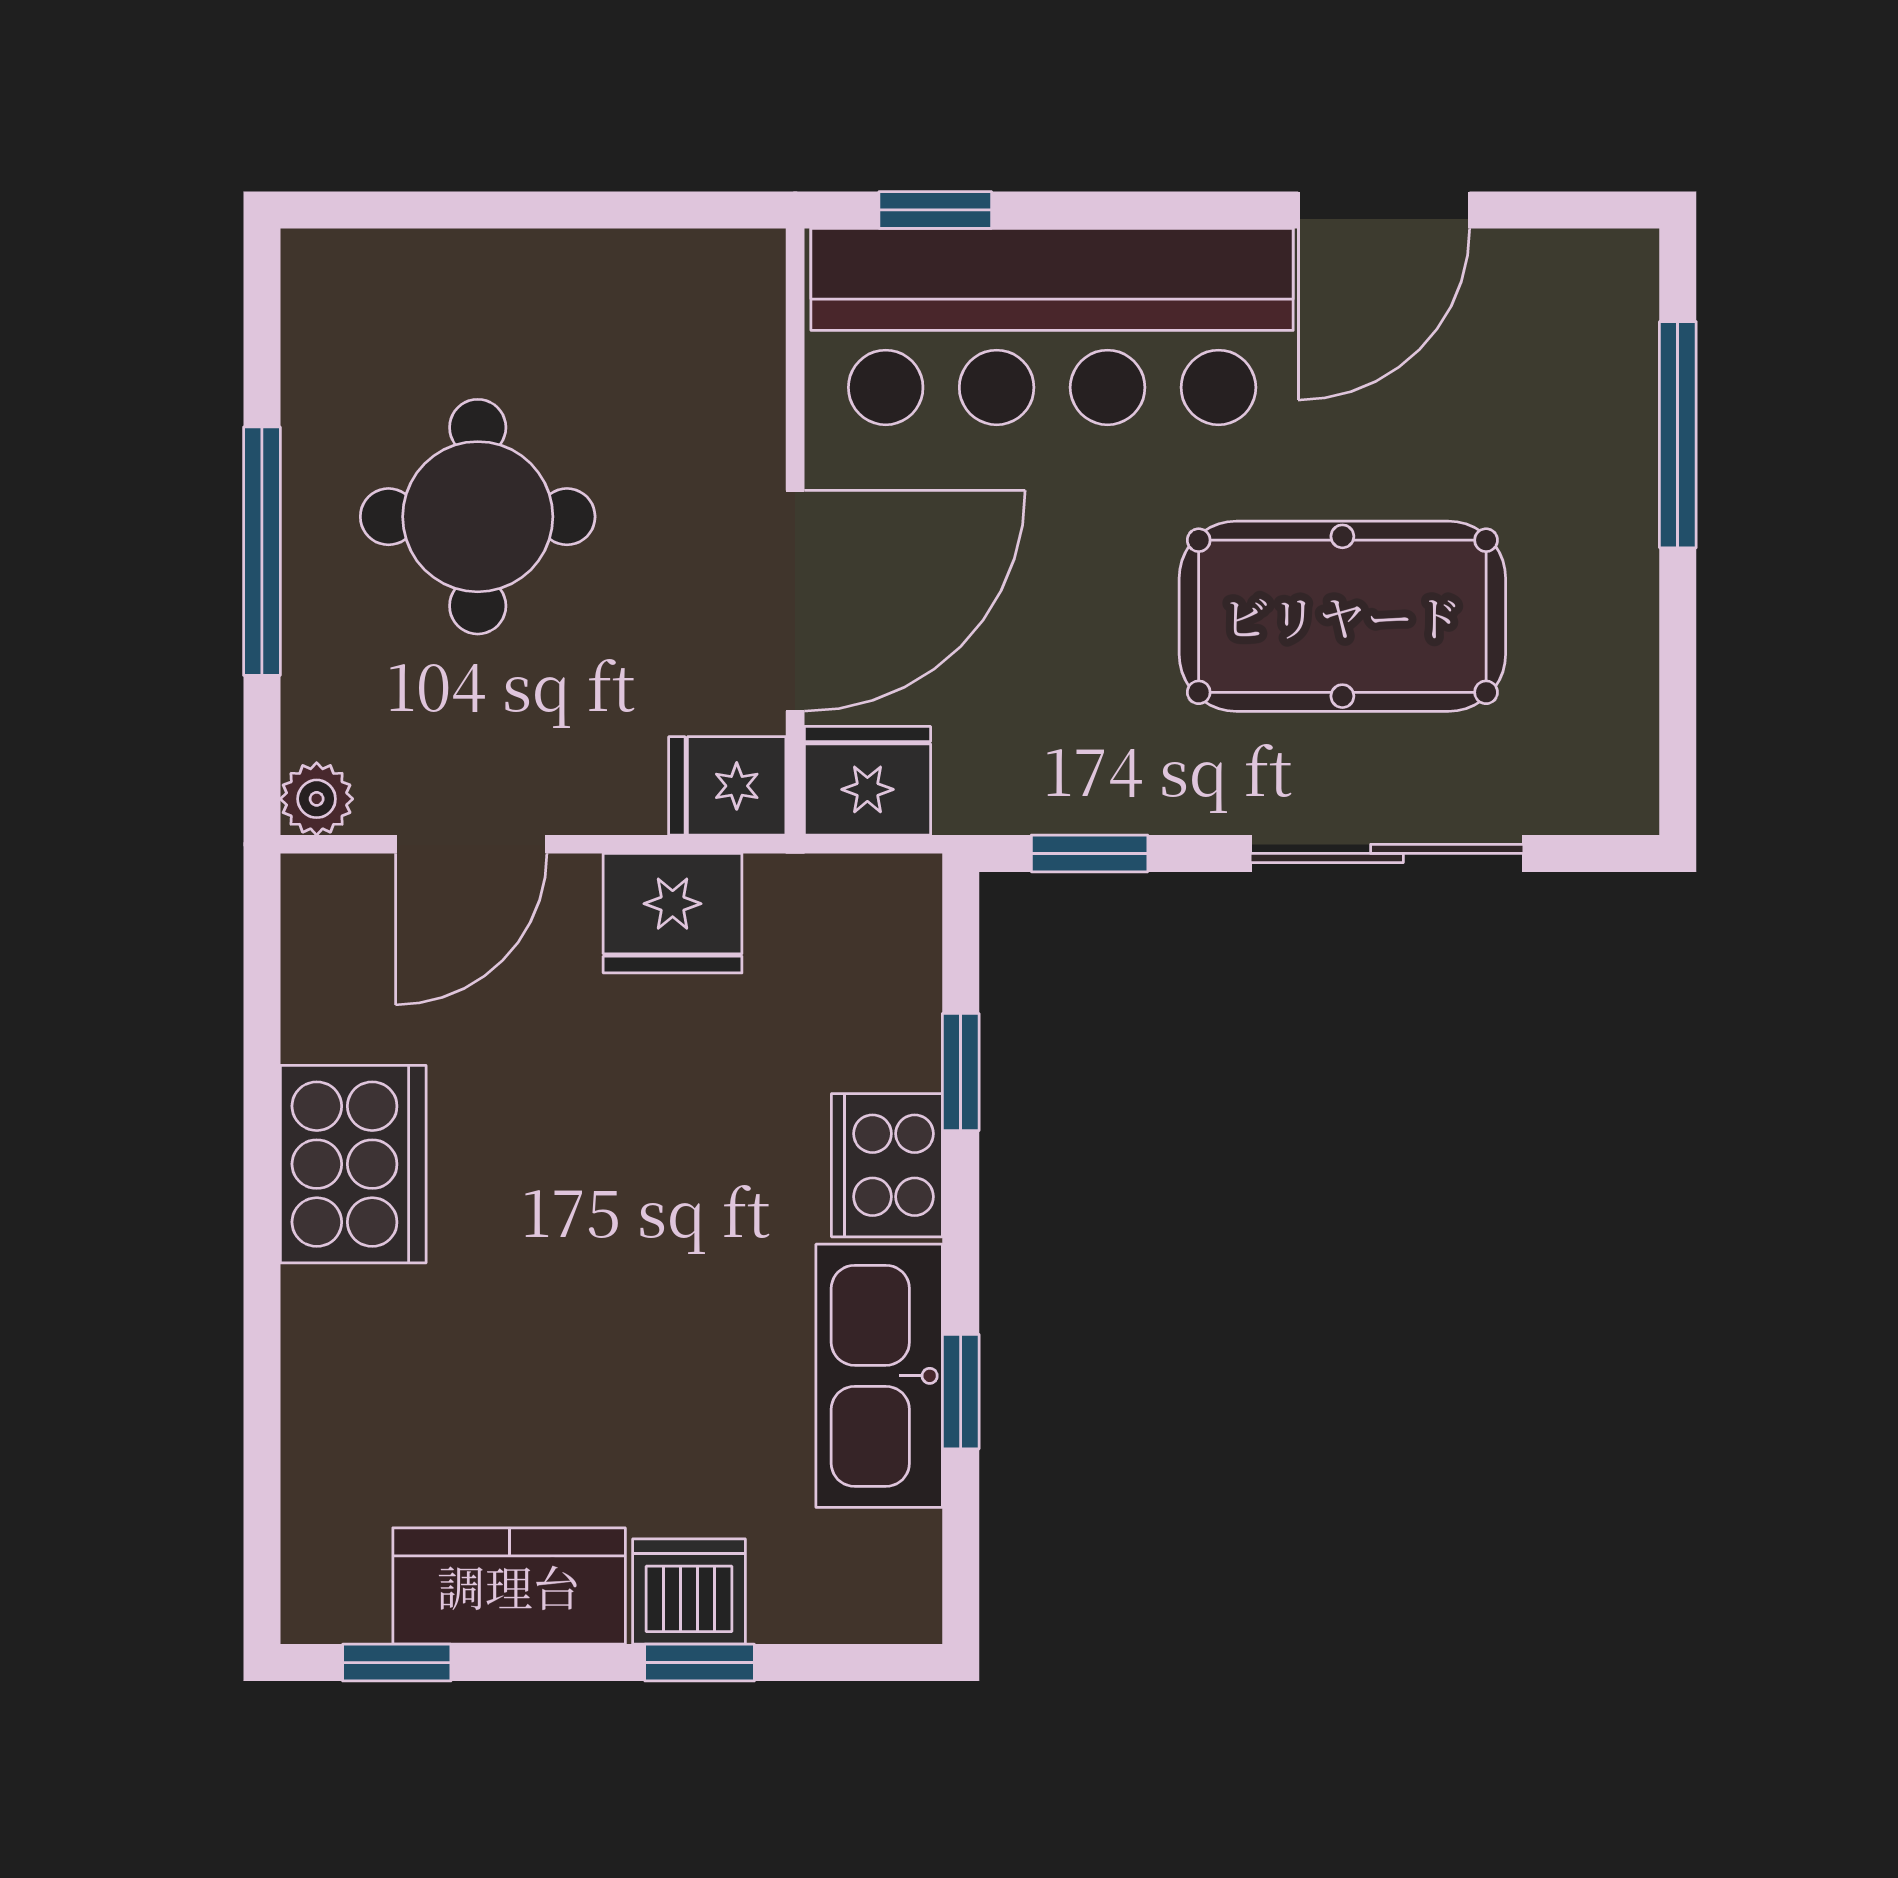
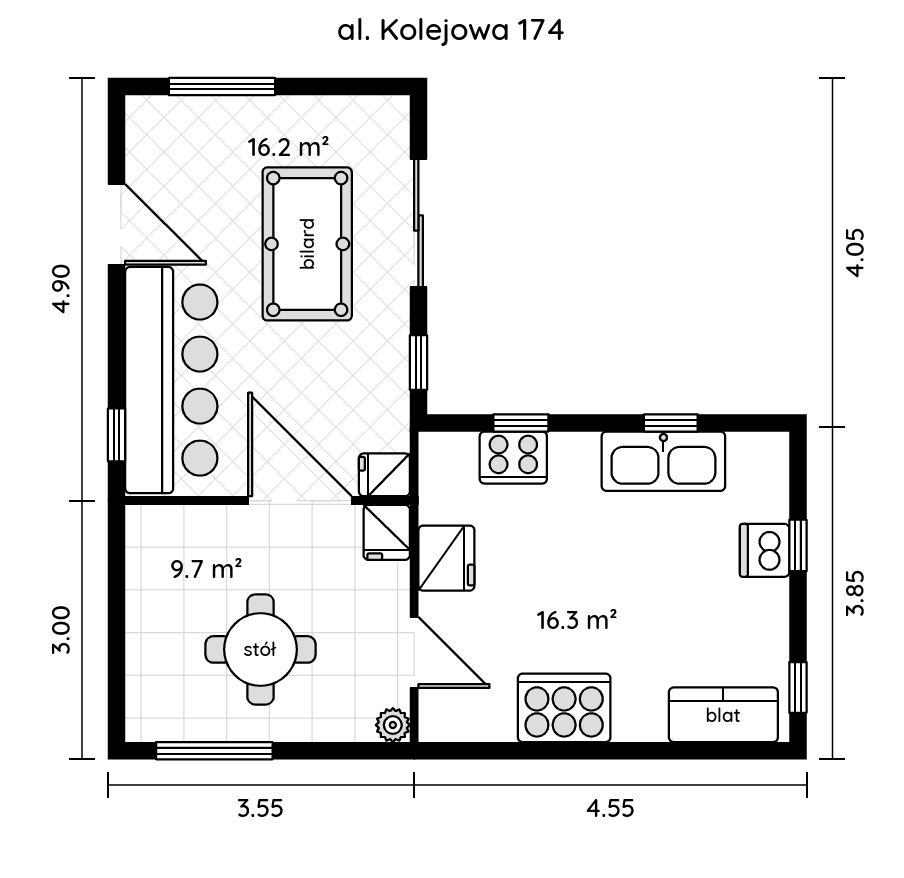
window: (262, 551) -> (214, 751), moved
fridge: (867, 781) -> (384, 475), width x0.72
cooker: (887, 1165) -> (513, 458), moved
kitchen counter: (509, 1586) -> (723, 715), moved, turned 90

